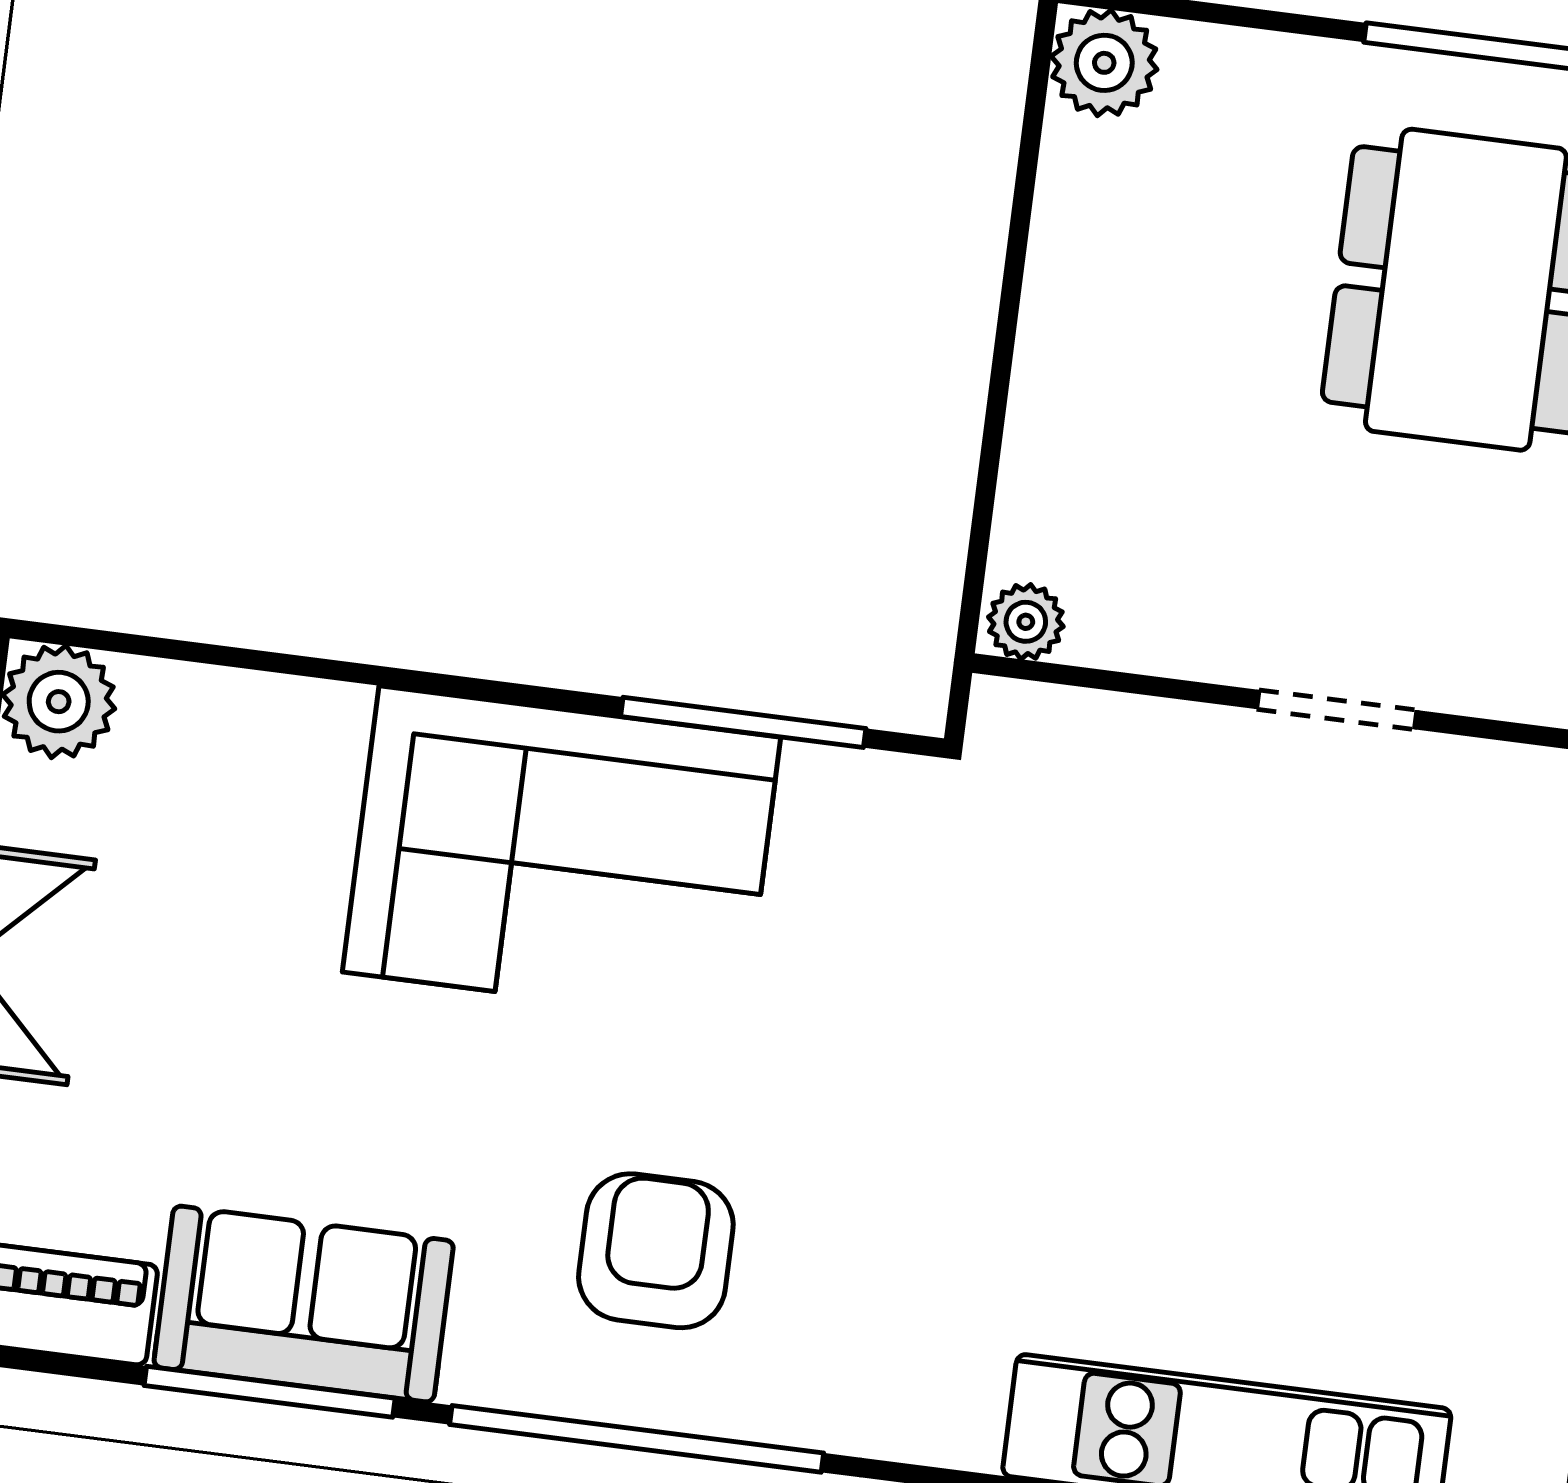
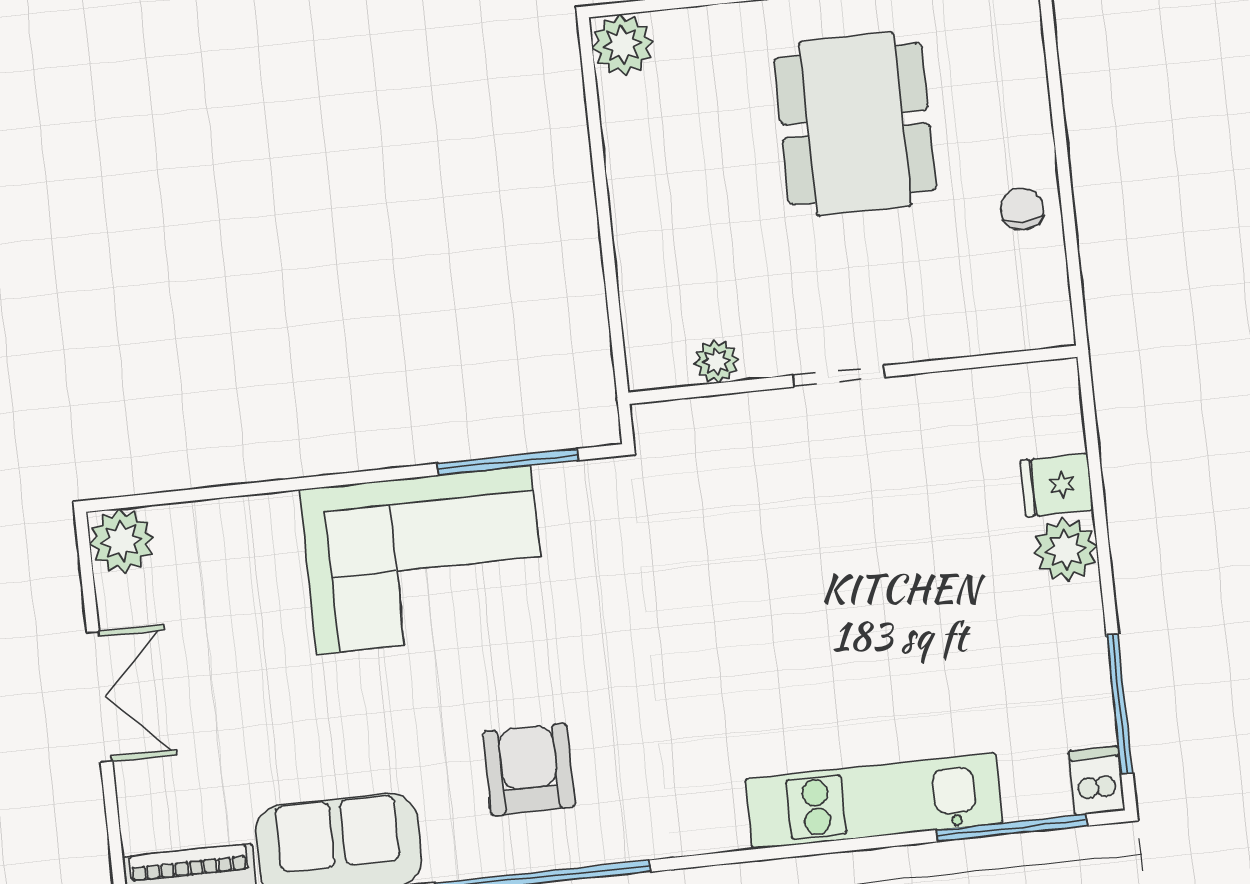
plant: (1026, 622) -> (716, 361), moved

